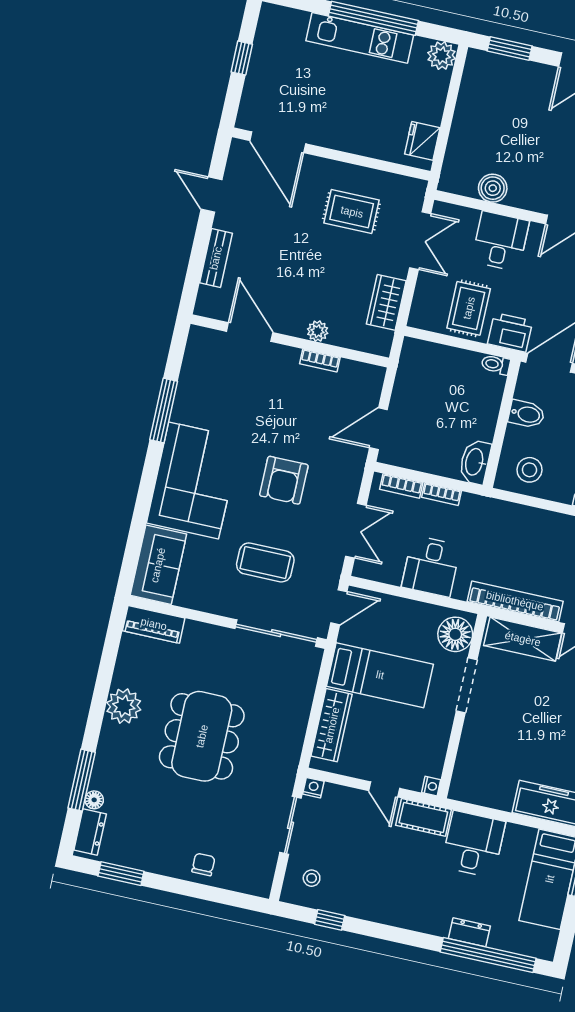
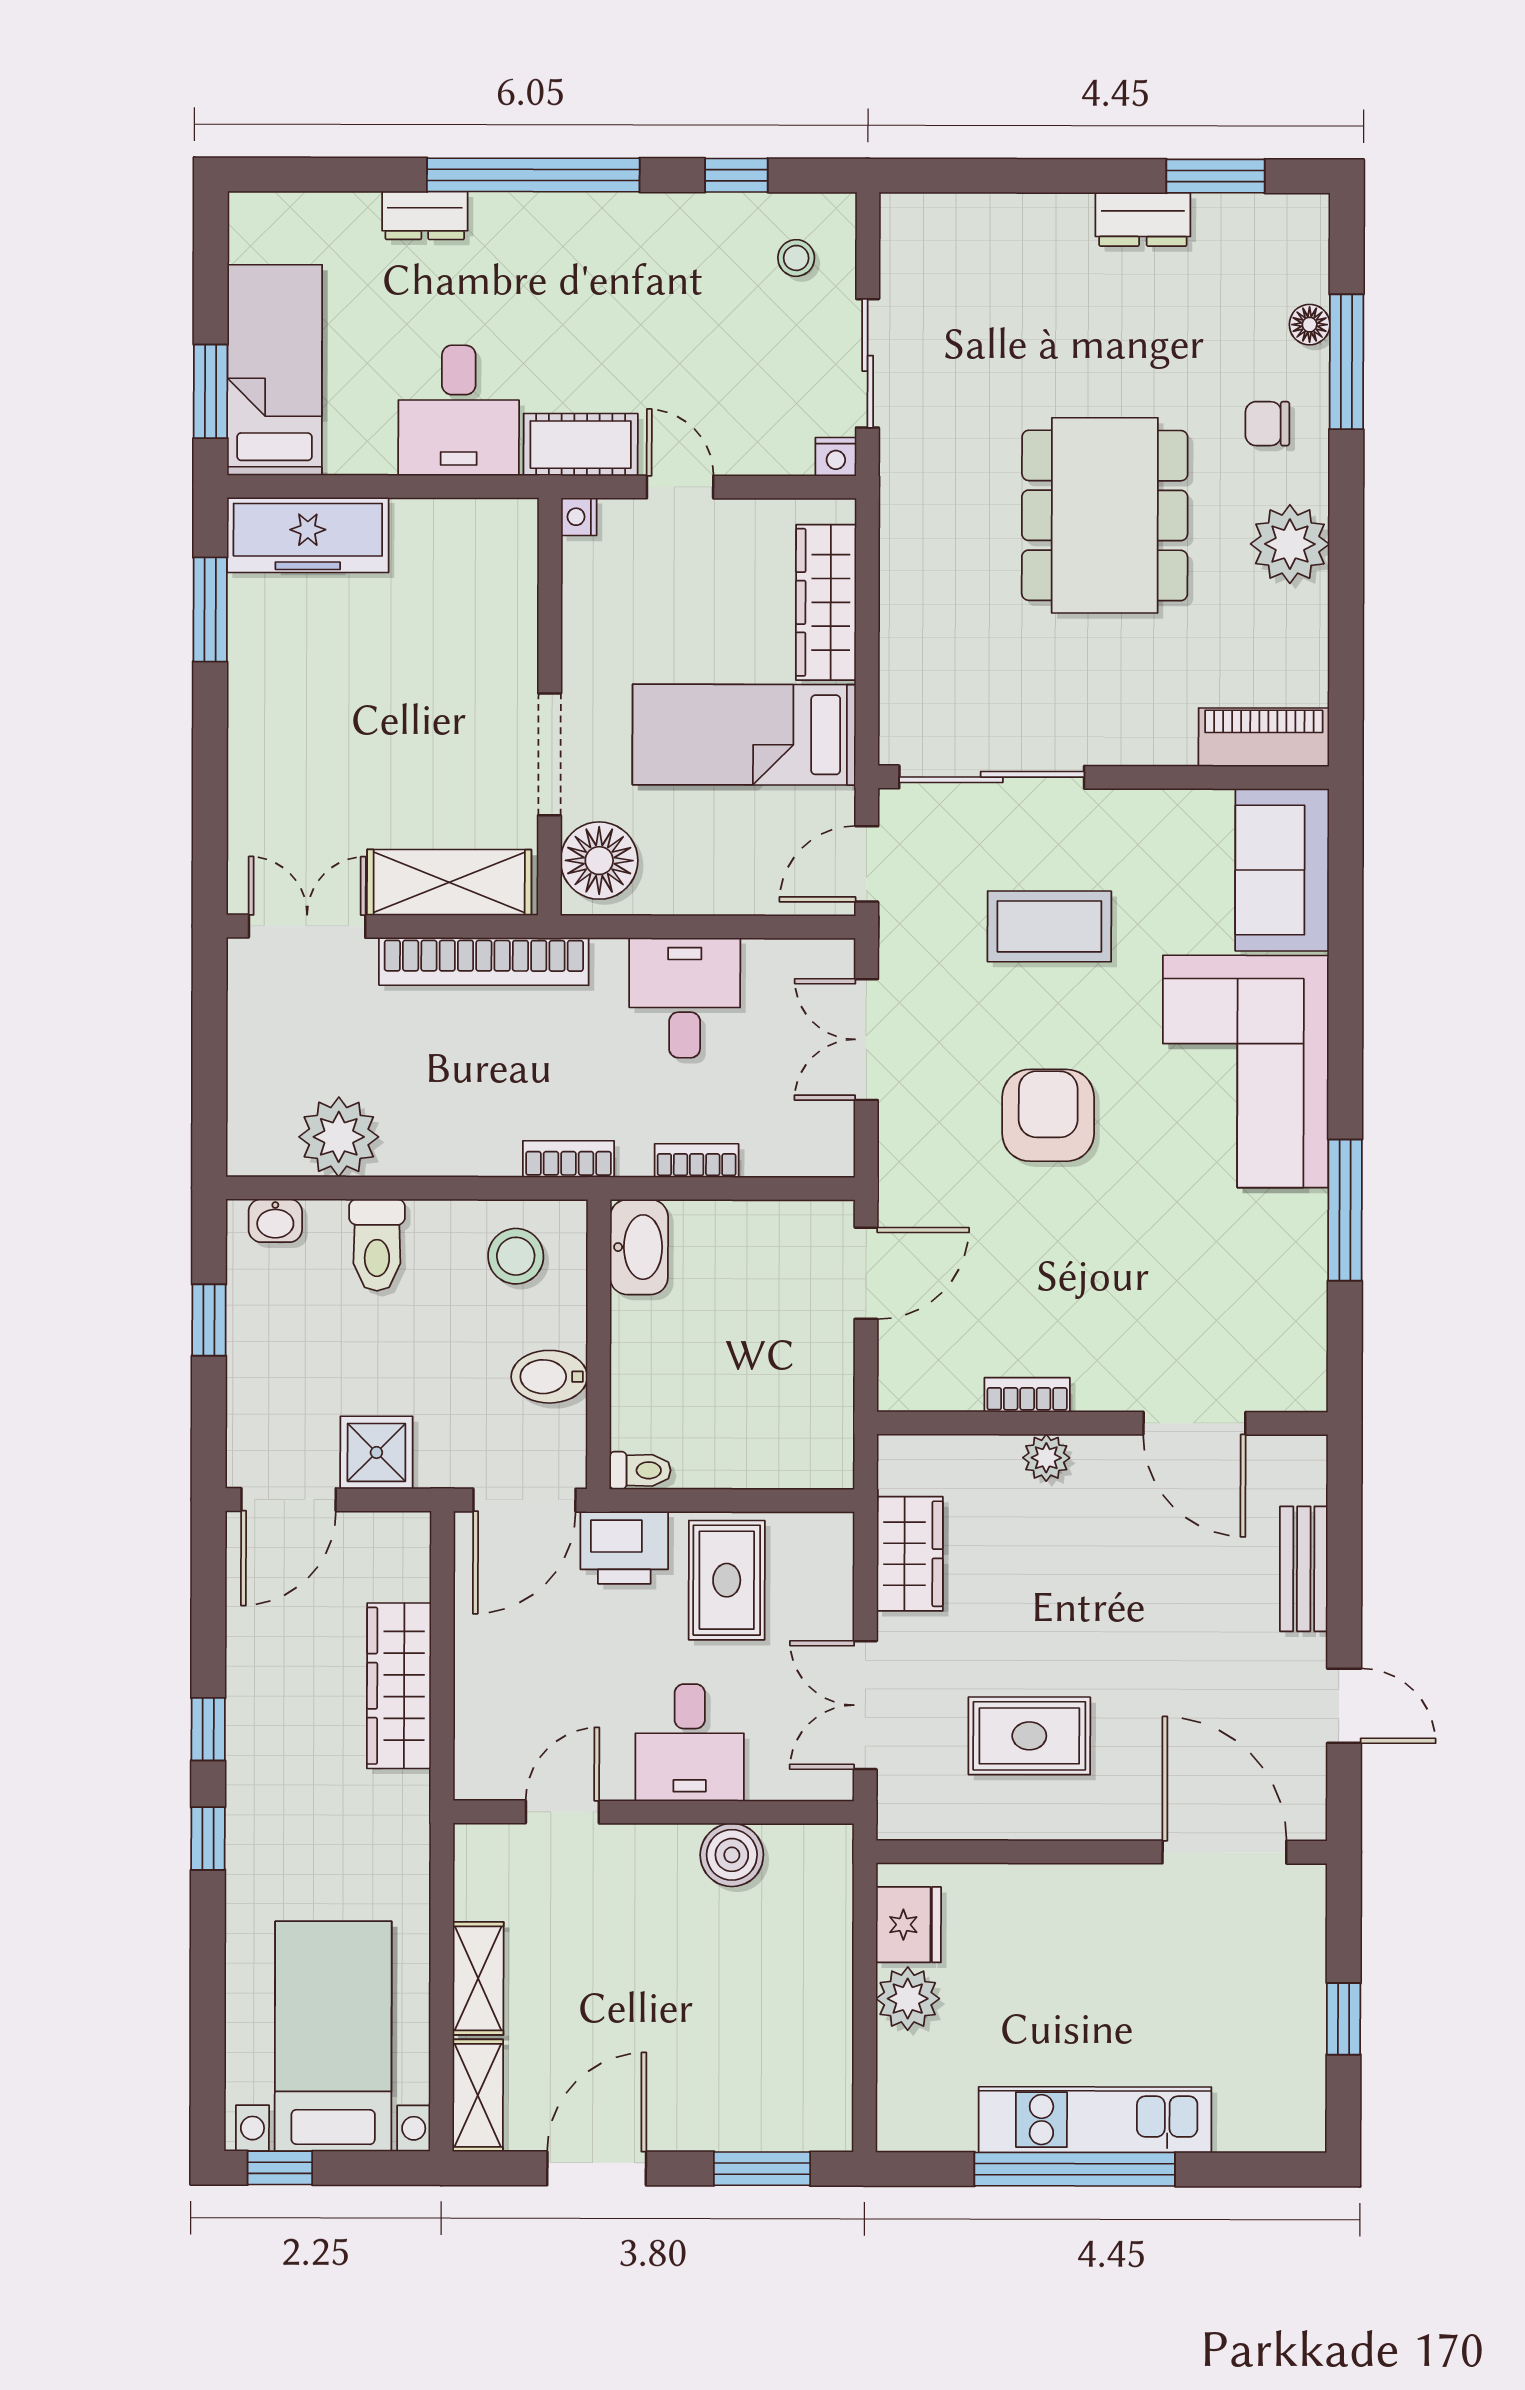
plant: (442, 56) -> (908, 1999), moved
bookcase: (401, 486) -> (569, 1159), moved
dresser: (90, 832) -> (1143, 219), moved, turned -90
chair: (203, 864) -> (1267, 424), moved, turned 90
window: (488, 955) -> (533, 175), moved

